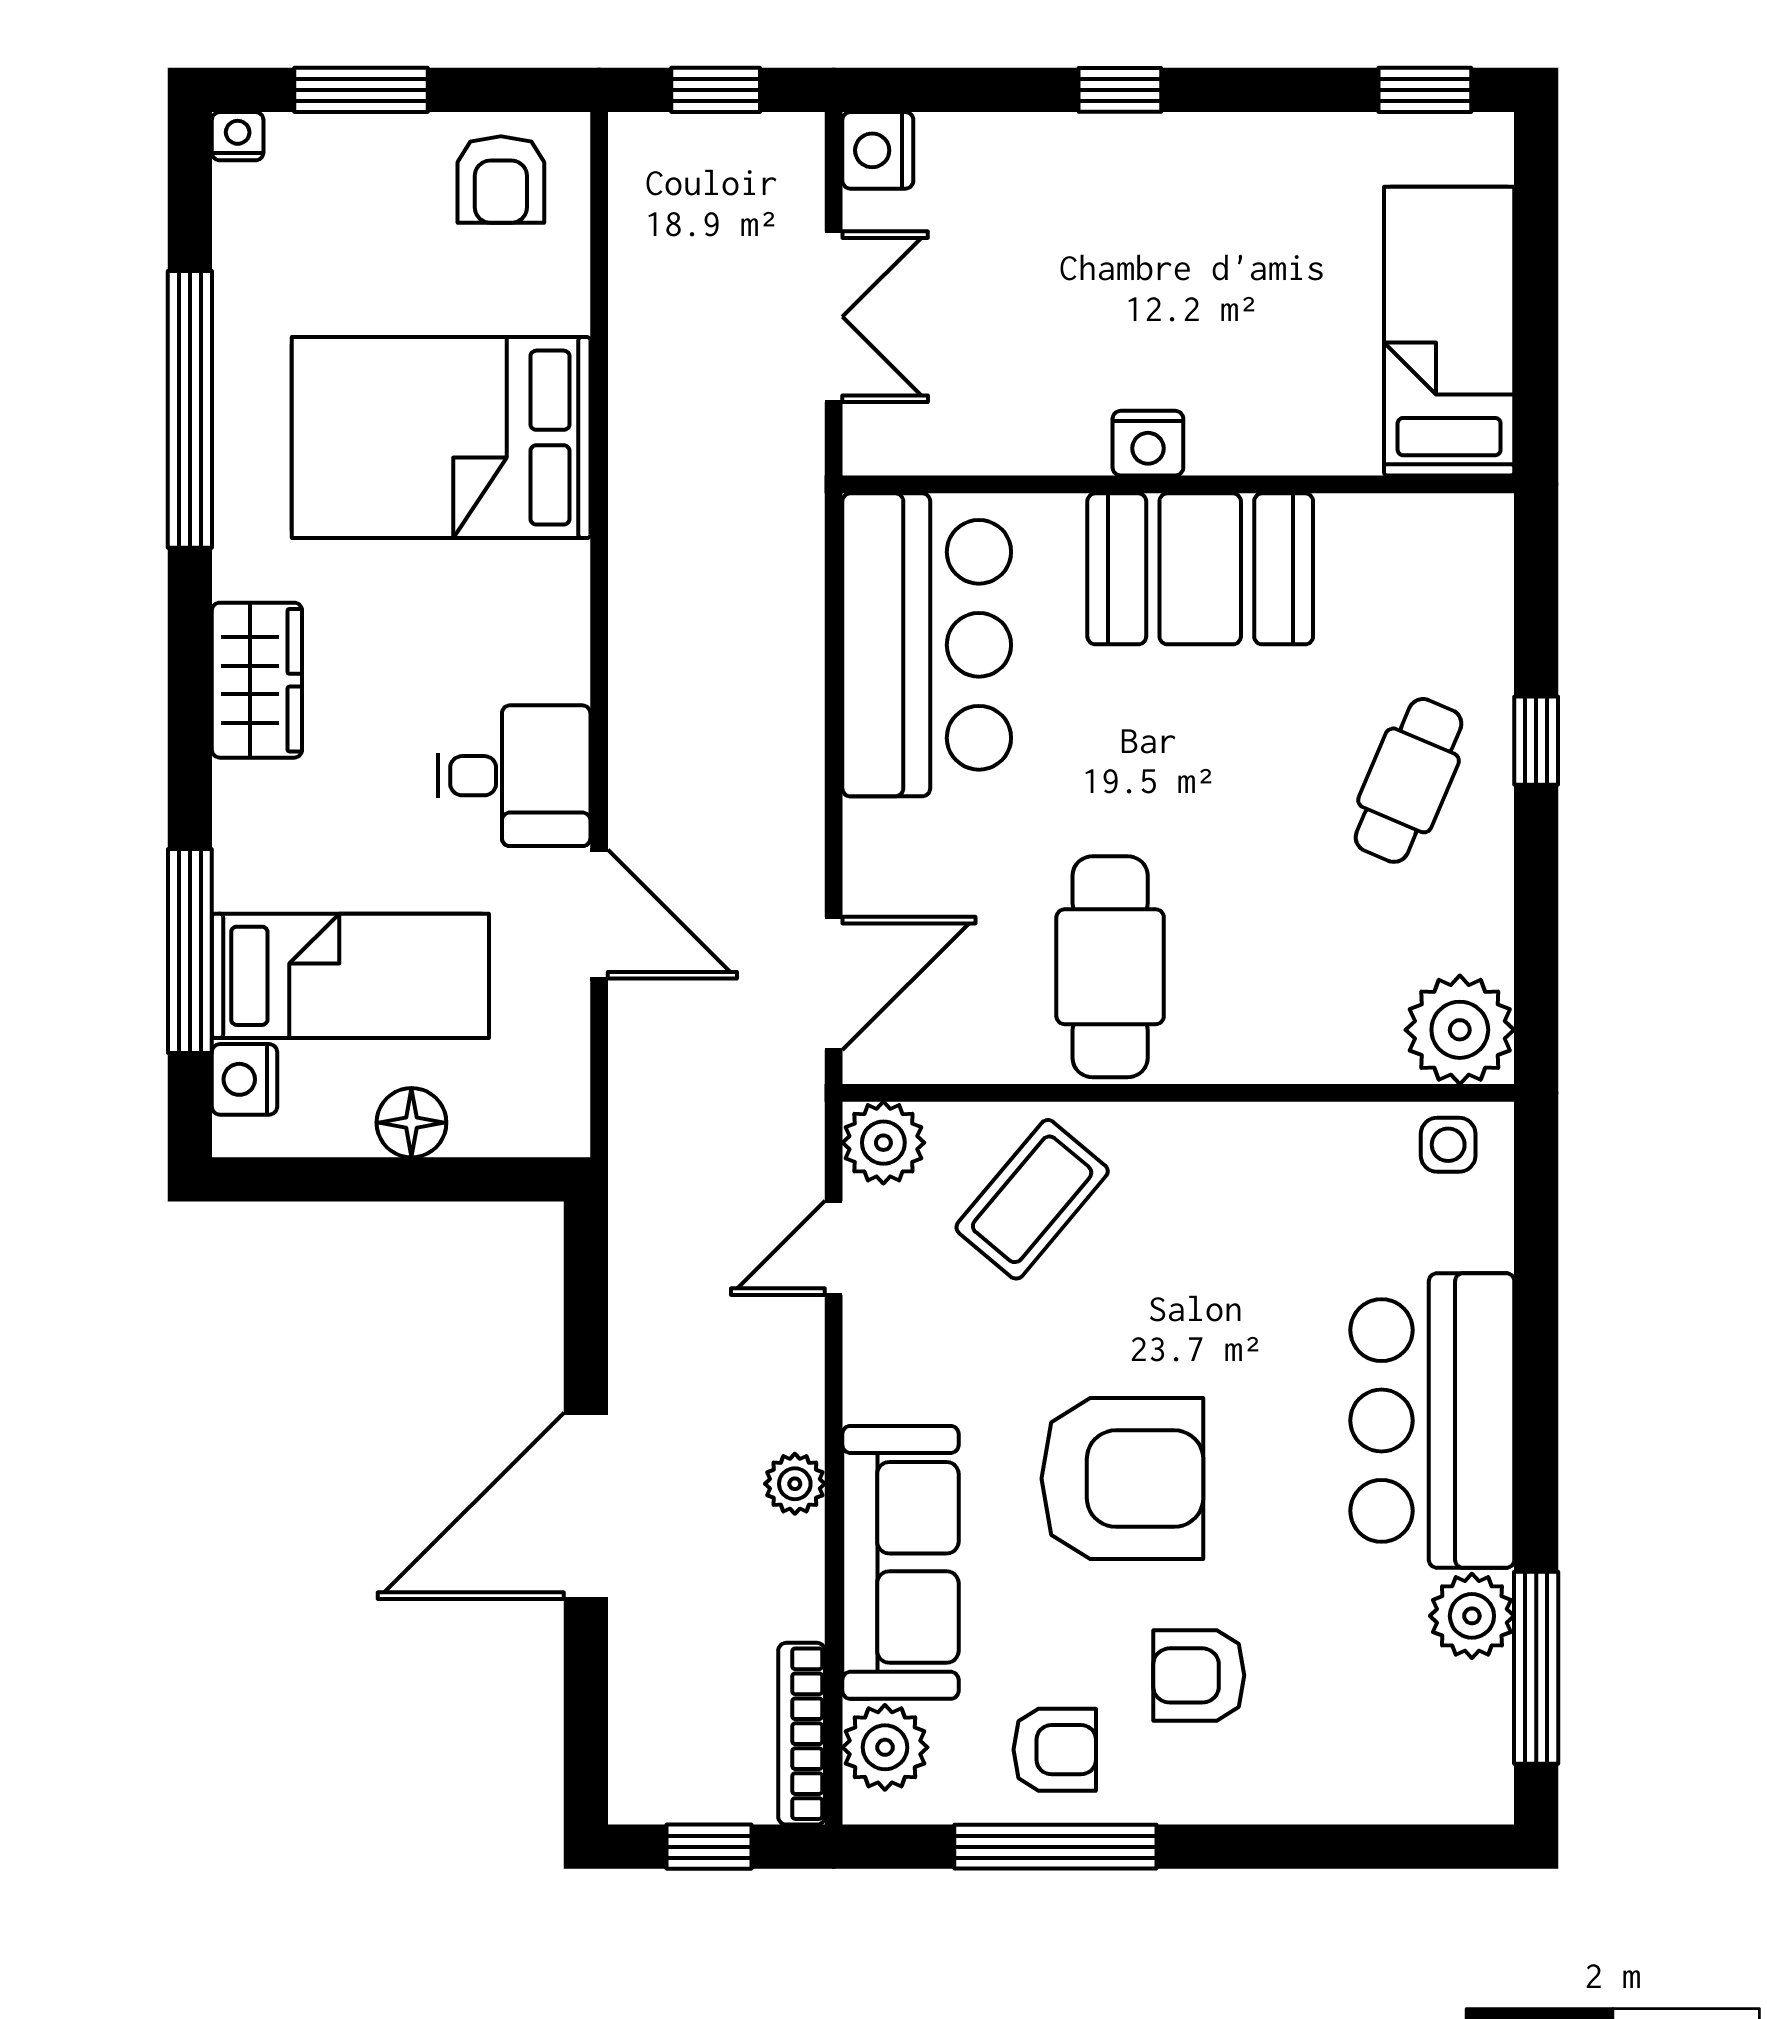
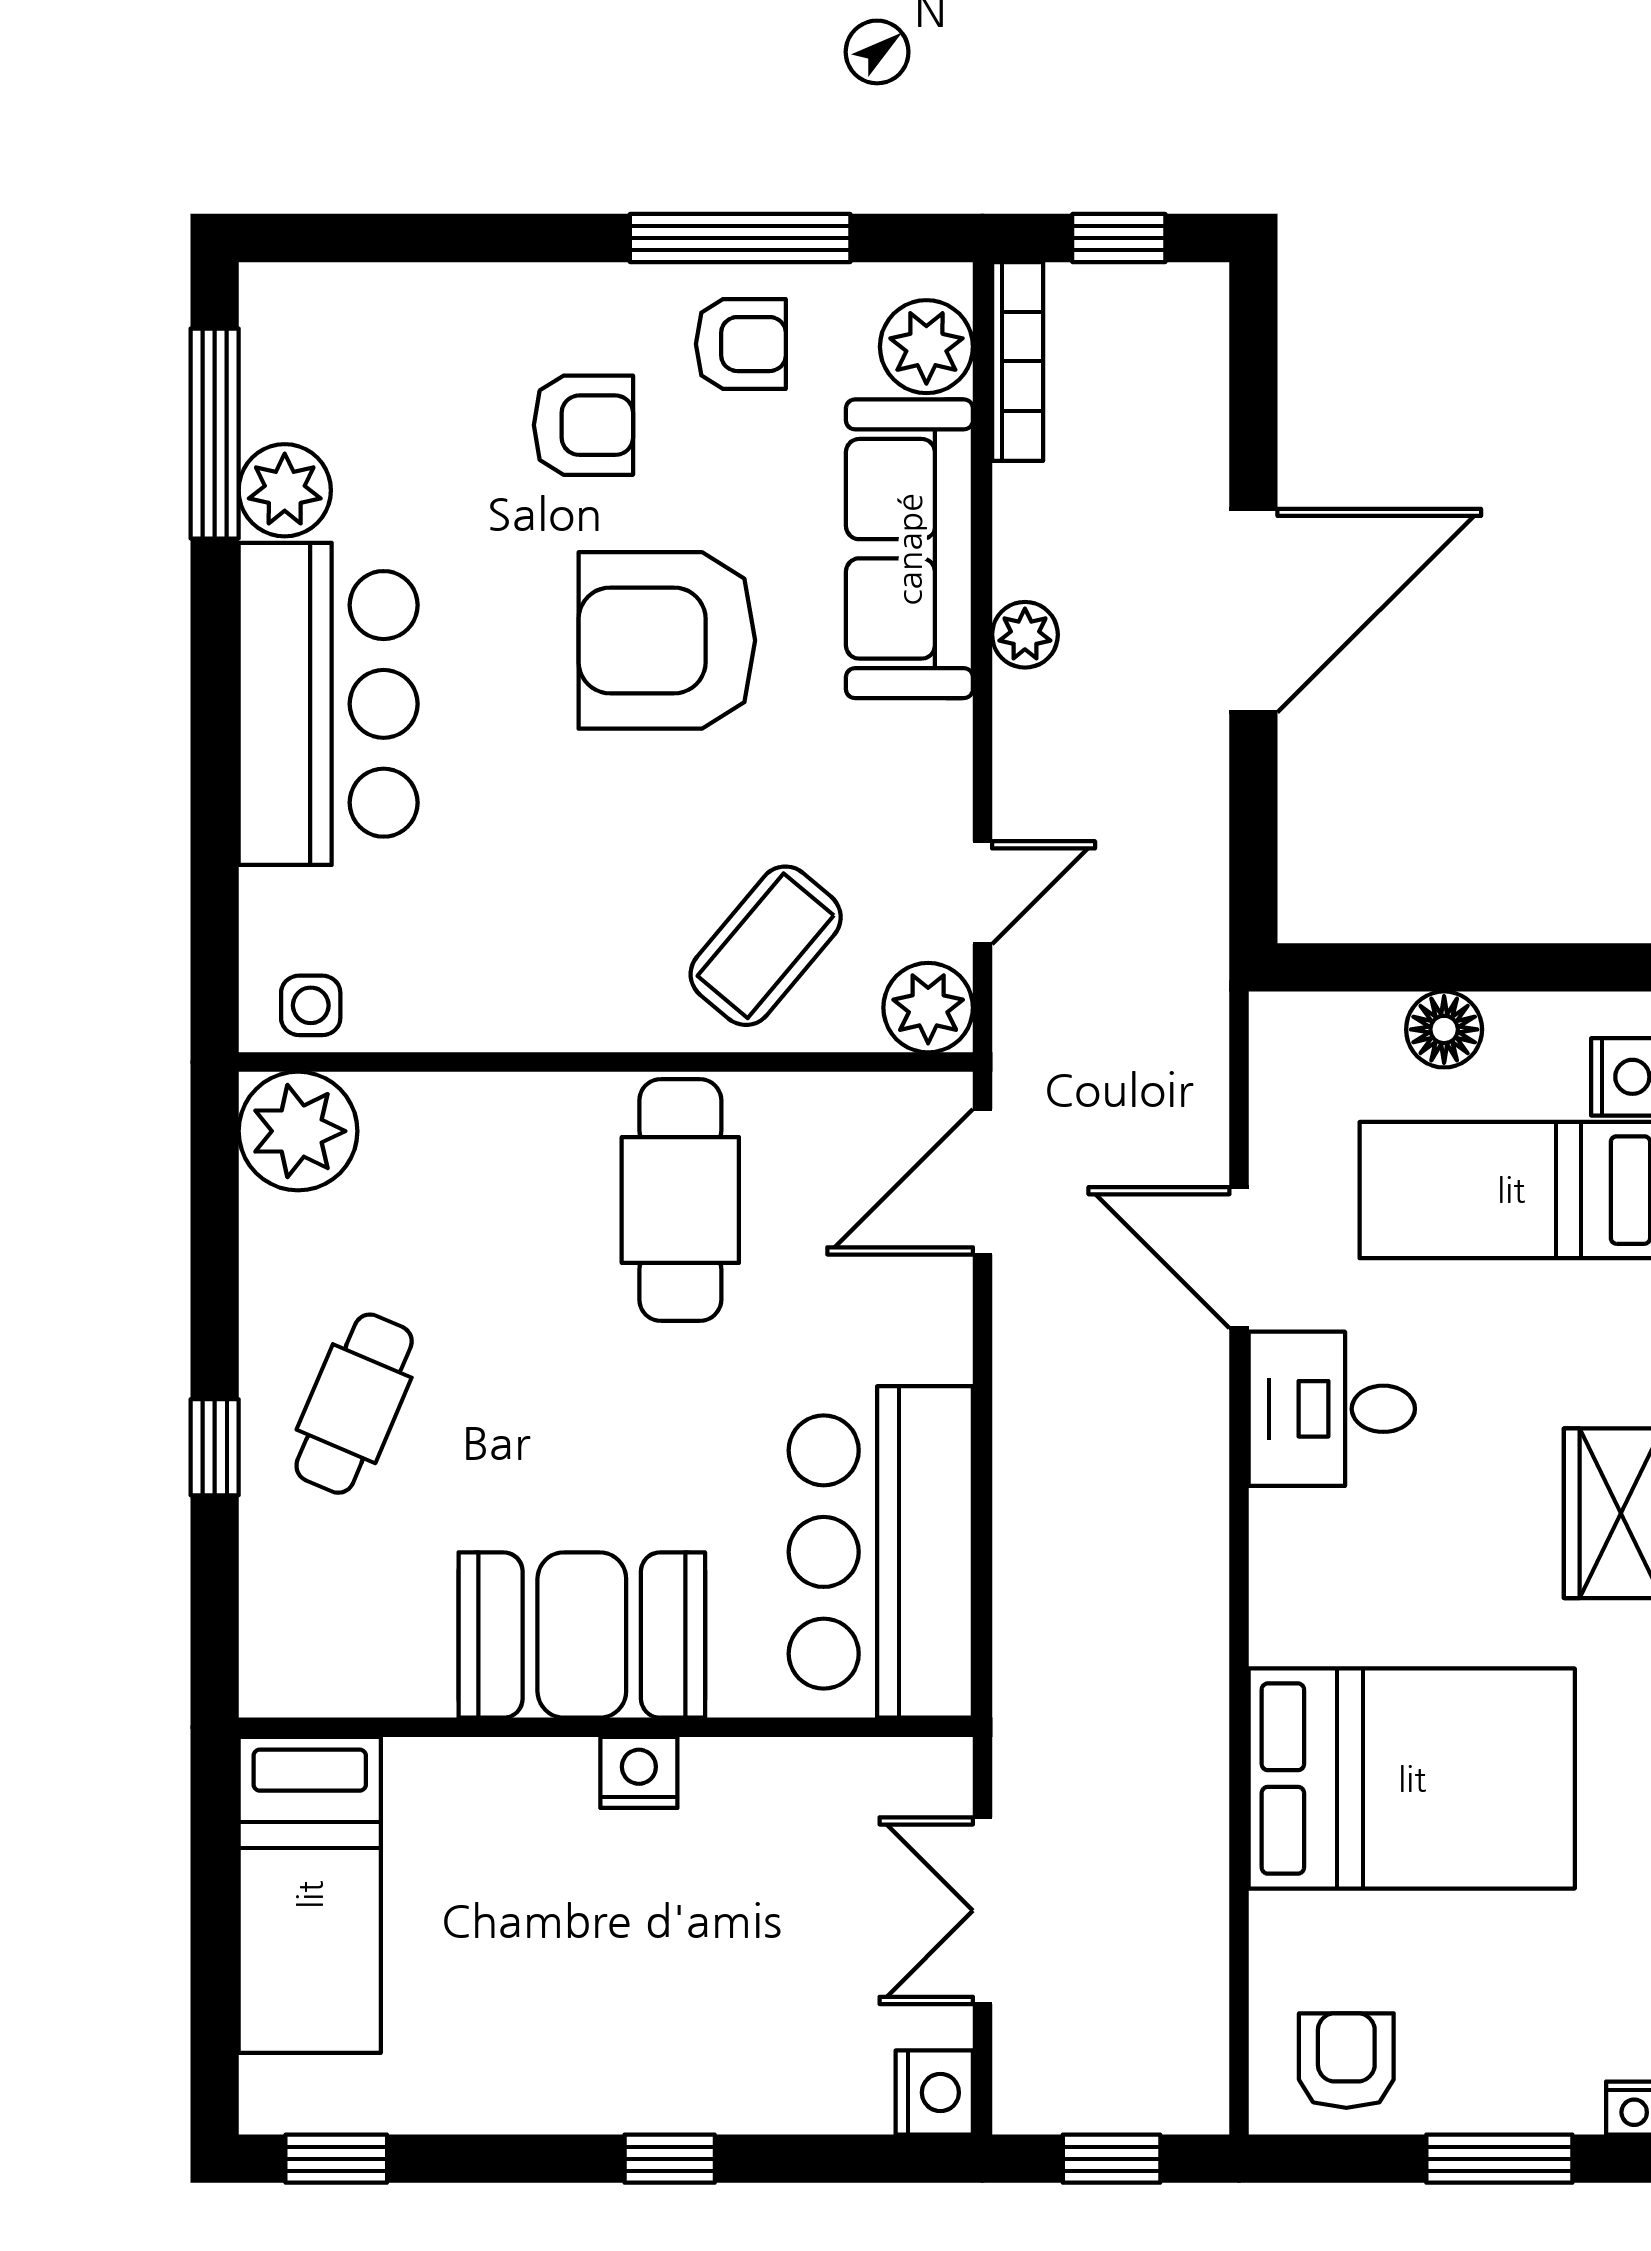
armchair: (1055, 1750) -> (741, 344), turned 180

